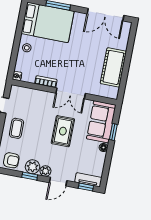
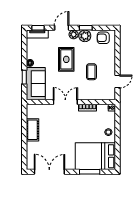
cot: (113, 67) -> (33, 130), width x0.73, depth x0.75
coffee table: (17, 128) -> (91, 72), moved
rug: (63, 131) -> (66, 59), moved

